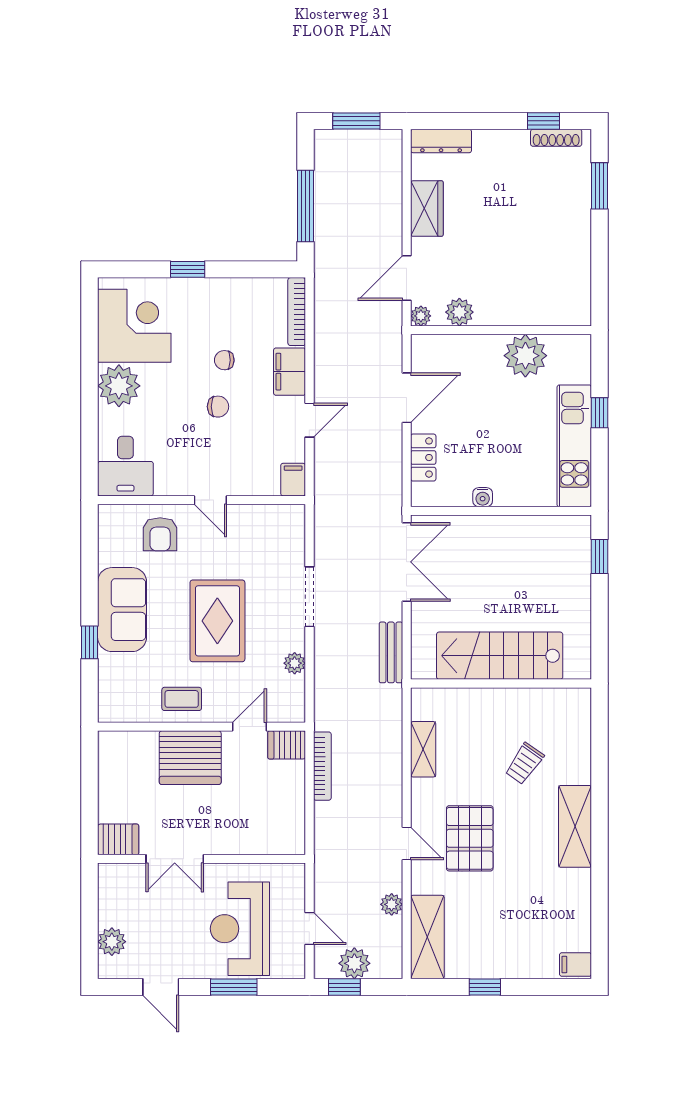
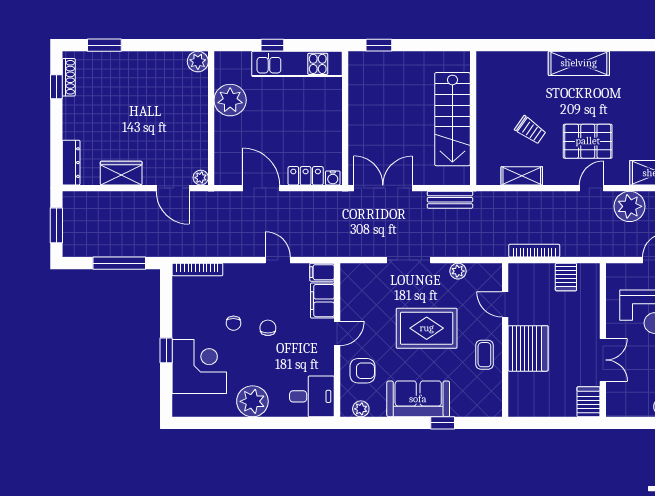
plant: (459, 312) -> (198, 62), moved
corner desk: (134, 326) -> (199, 366), moved, turned 90
filing cabinet: (290, 372) -> (322, 301), moved, turned 90
water cooler: (483, 497) -> (333, 178), moved, turned 90
plant: (109, 532) -> (361, 409), added
server rack: (287, 745) -> (566, 277), moved
trolley: (524, 763) -> (530, 130), moved
plant: (392, 904) -> (630, 206), width x1.87, depth x1.87

